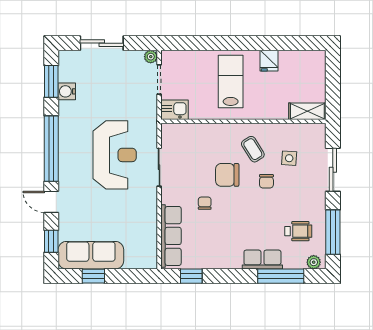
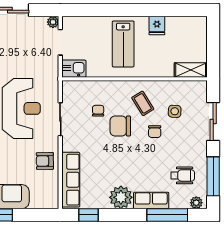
lab bench: (231, 81) -> (123, 44), turned 180
chair: (205, 203) -> (98, 111), moved
armchair: (142, 215) -> (45, 161), added
plant: (228, 256) -> (121, 197), added

